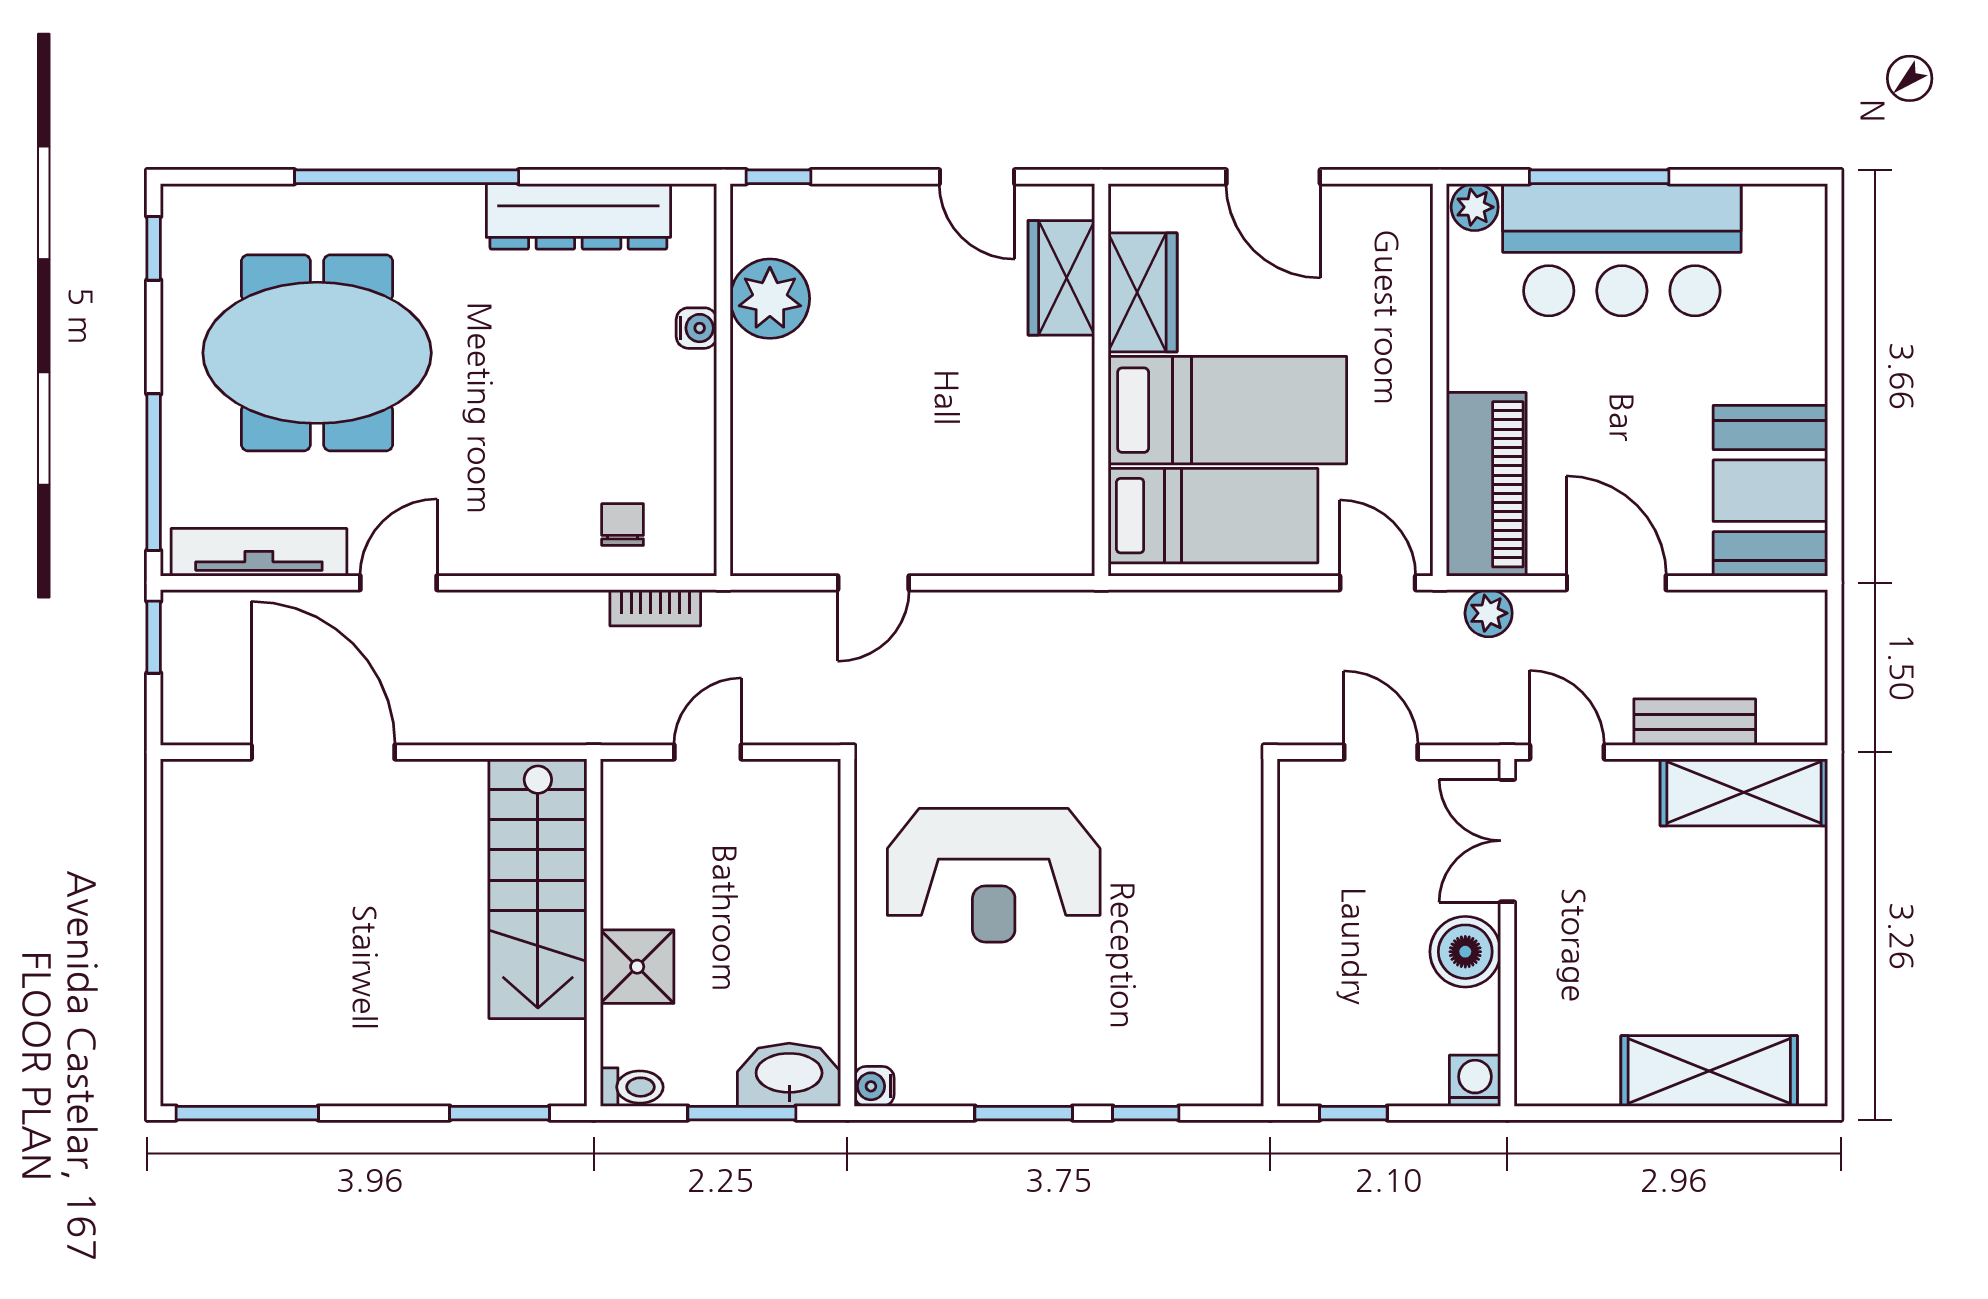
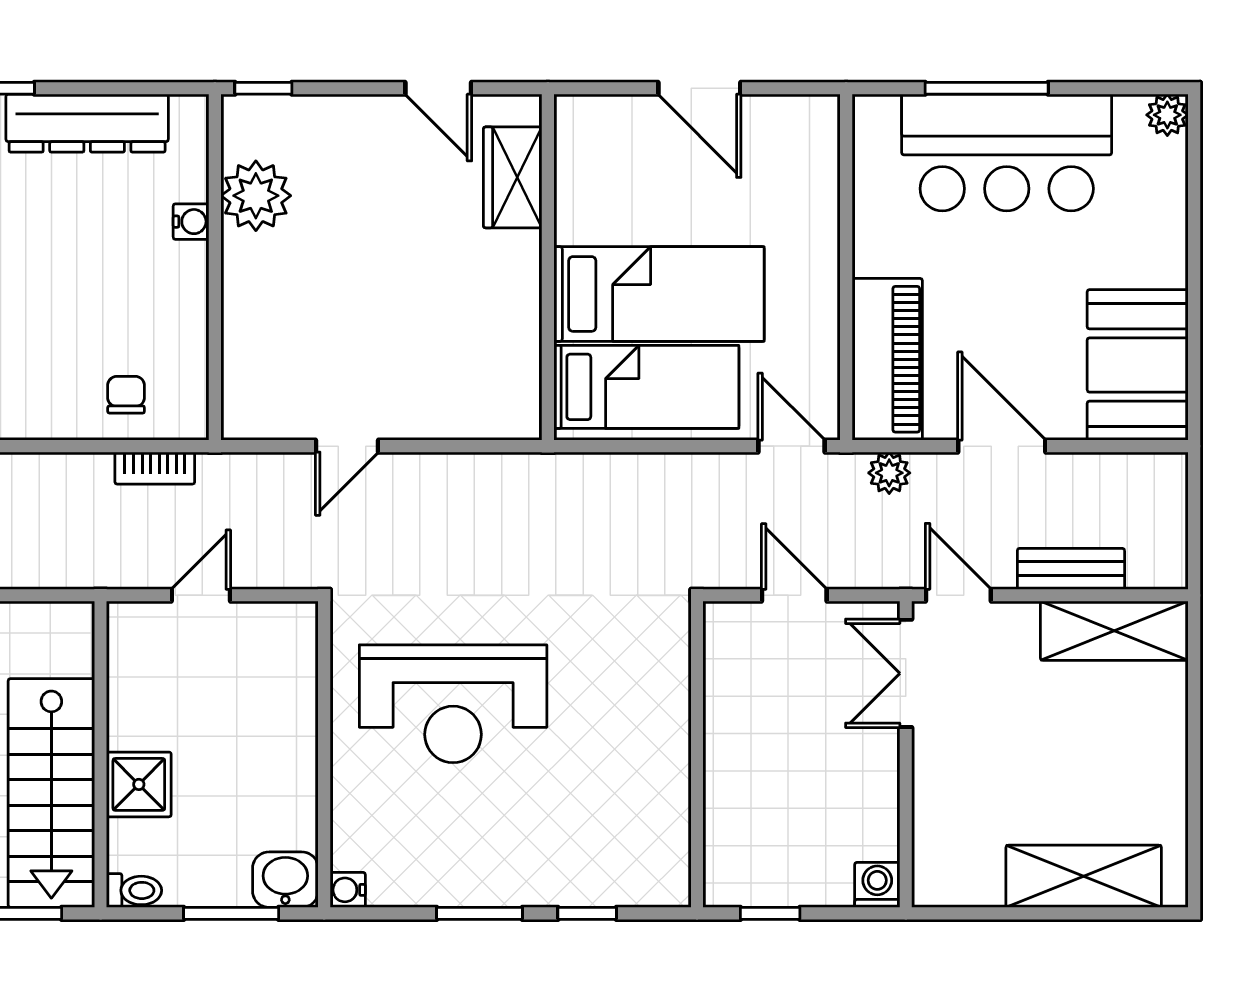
plant: (1475, 207) -> (1167, 115), moved
wardrobe: (1143, 292) -> (584, 190), removed
stairs: (538, 889) -> (51, 793), moved
boiler: (1465, 952) -> (869, 771), removed
washbasin: (789, 1075) -> (285, 880), width x0.72

